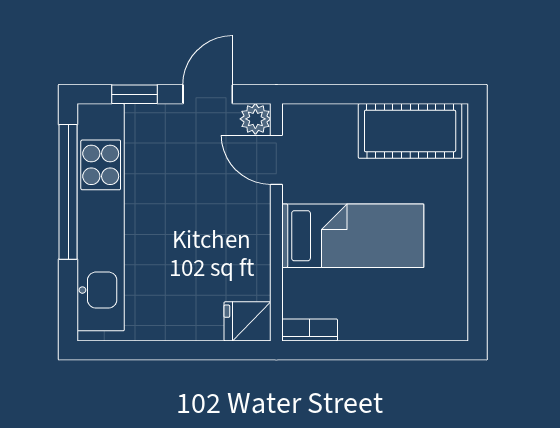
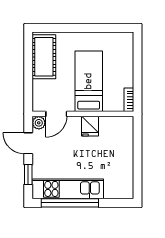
kitchen unit: (101, 217) -> (68, 189), width x0.73
fridge: (247, 321) -> (90, 126), moved

